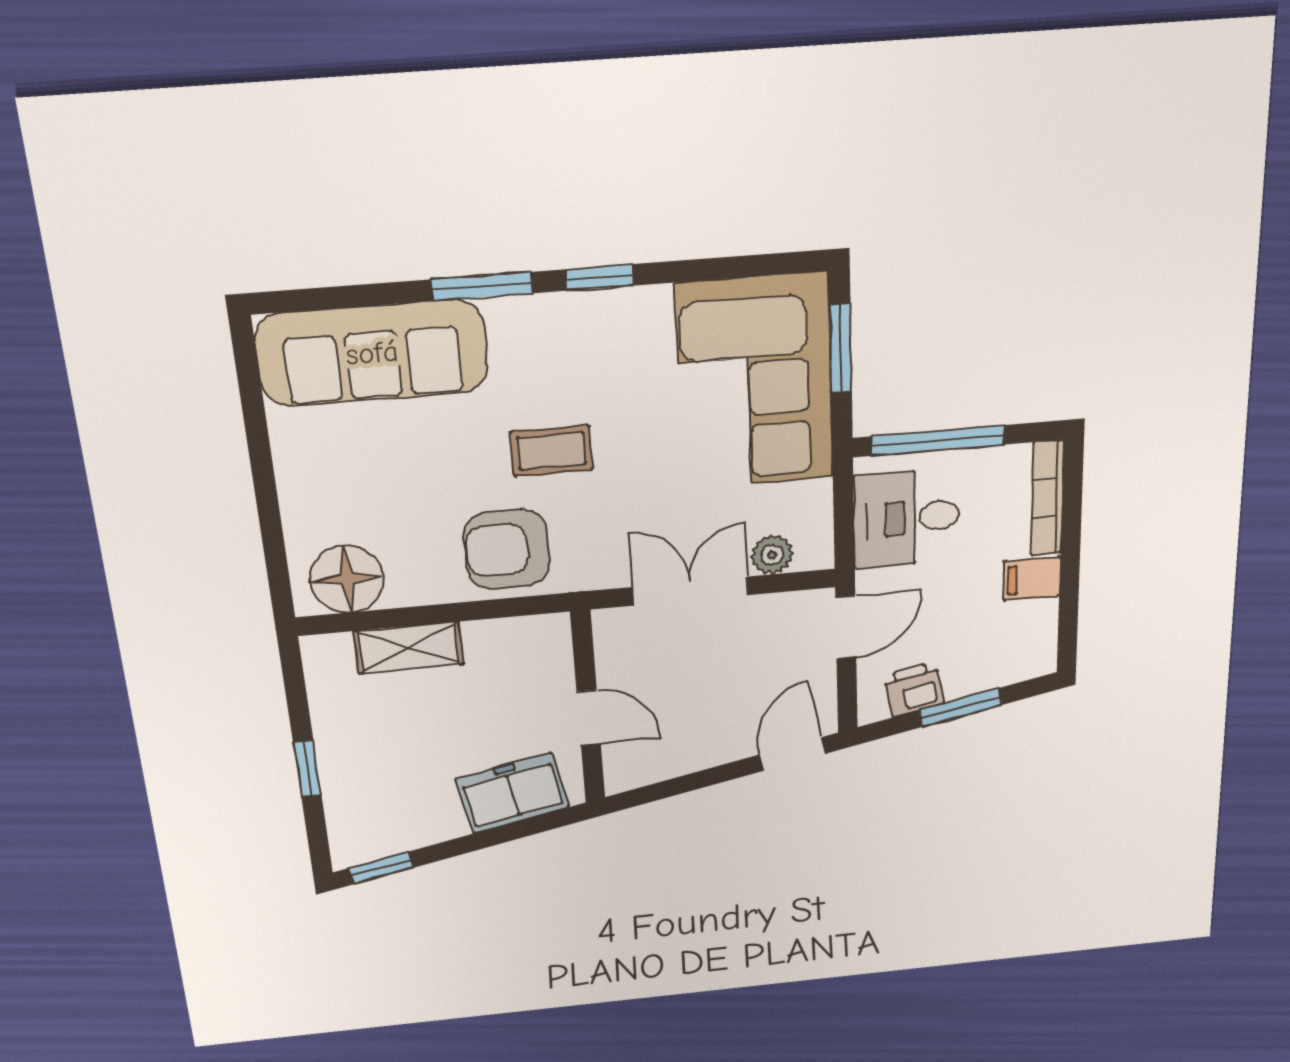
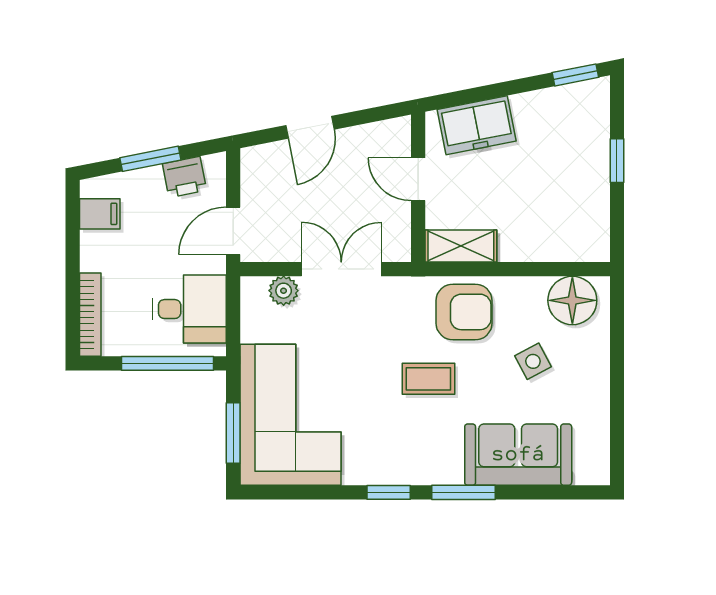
sofa: (372, 353) -> (518, 455), width x0.73
side table: (396, 489) -> (533, 361), added
filing cabinet: (1032, 579) -> (100, 214), moved
double door: (690, 591) -> (341, 269), swing flipped
shelving: (409, 648) -> (461, 246), moved
door: (793, 754) -> (310, 127), moved

